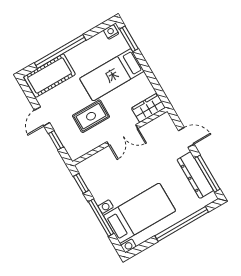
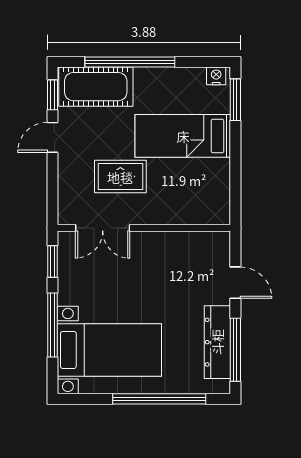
wardrobe: (148, 108) -> (207, 211), removed
double door: (122, 135) -> (103, 228), moved
window: (56, 140) -> (52, 95), moved

